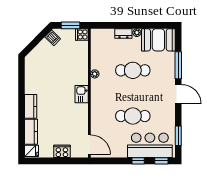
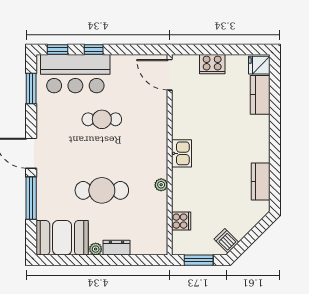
cooker: (82, 34) -> (181, 221), moved
kitchen counter: (31, 106) -> (261, 182), moved
cafe table: (133, 116) -> (102, 119), width x0.73, depth x0.74

